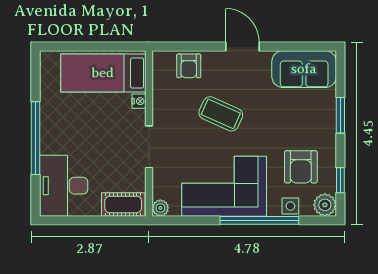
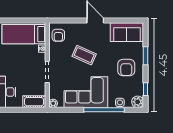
armchair: (189, 66) -> (58, 35), moved
armchair: (301, 167) -> (126, 68), moved

